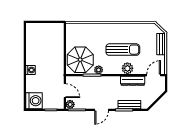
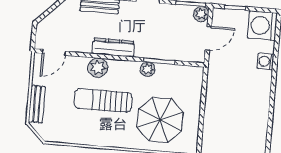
parasol: (80, 60) -> (160, 120), moved
washing machine: (30, 70) -> (265, 61), moved
dresser: (133, 81) -> (113, 47), moved
door: (65, 91) -> (208, 38), swing flipped

